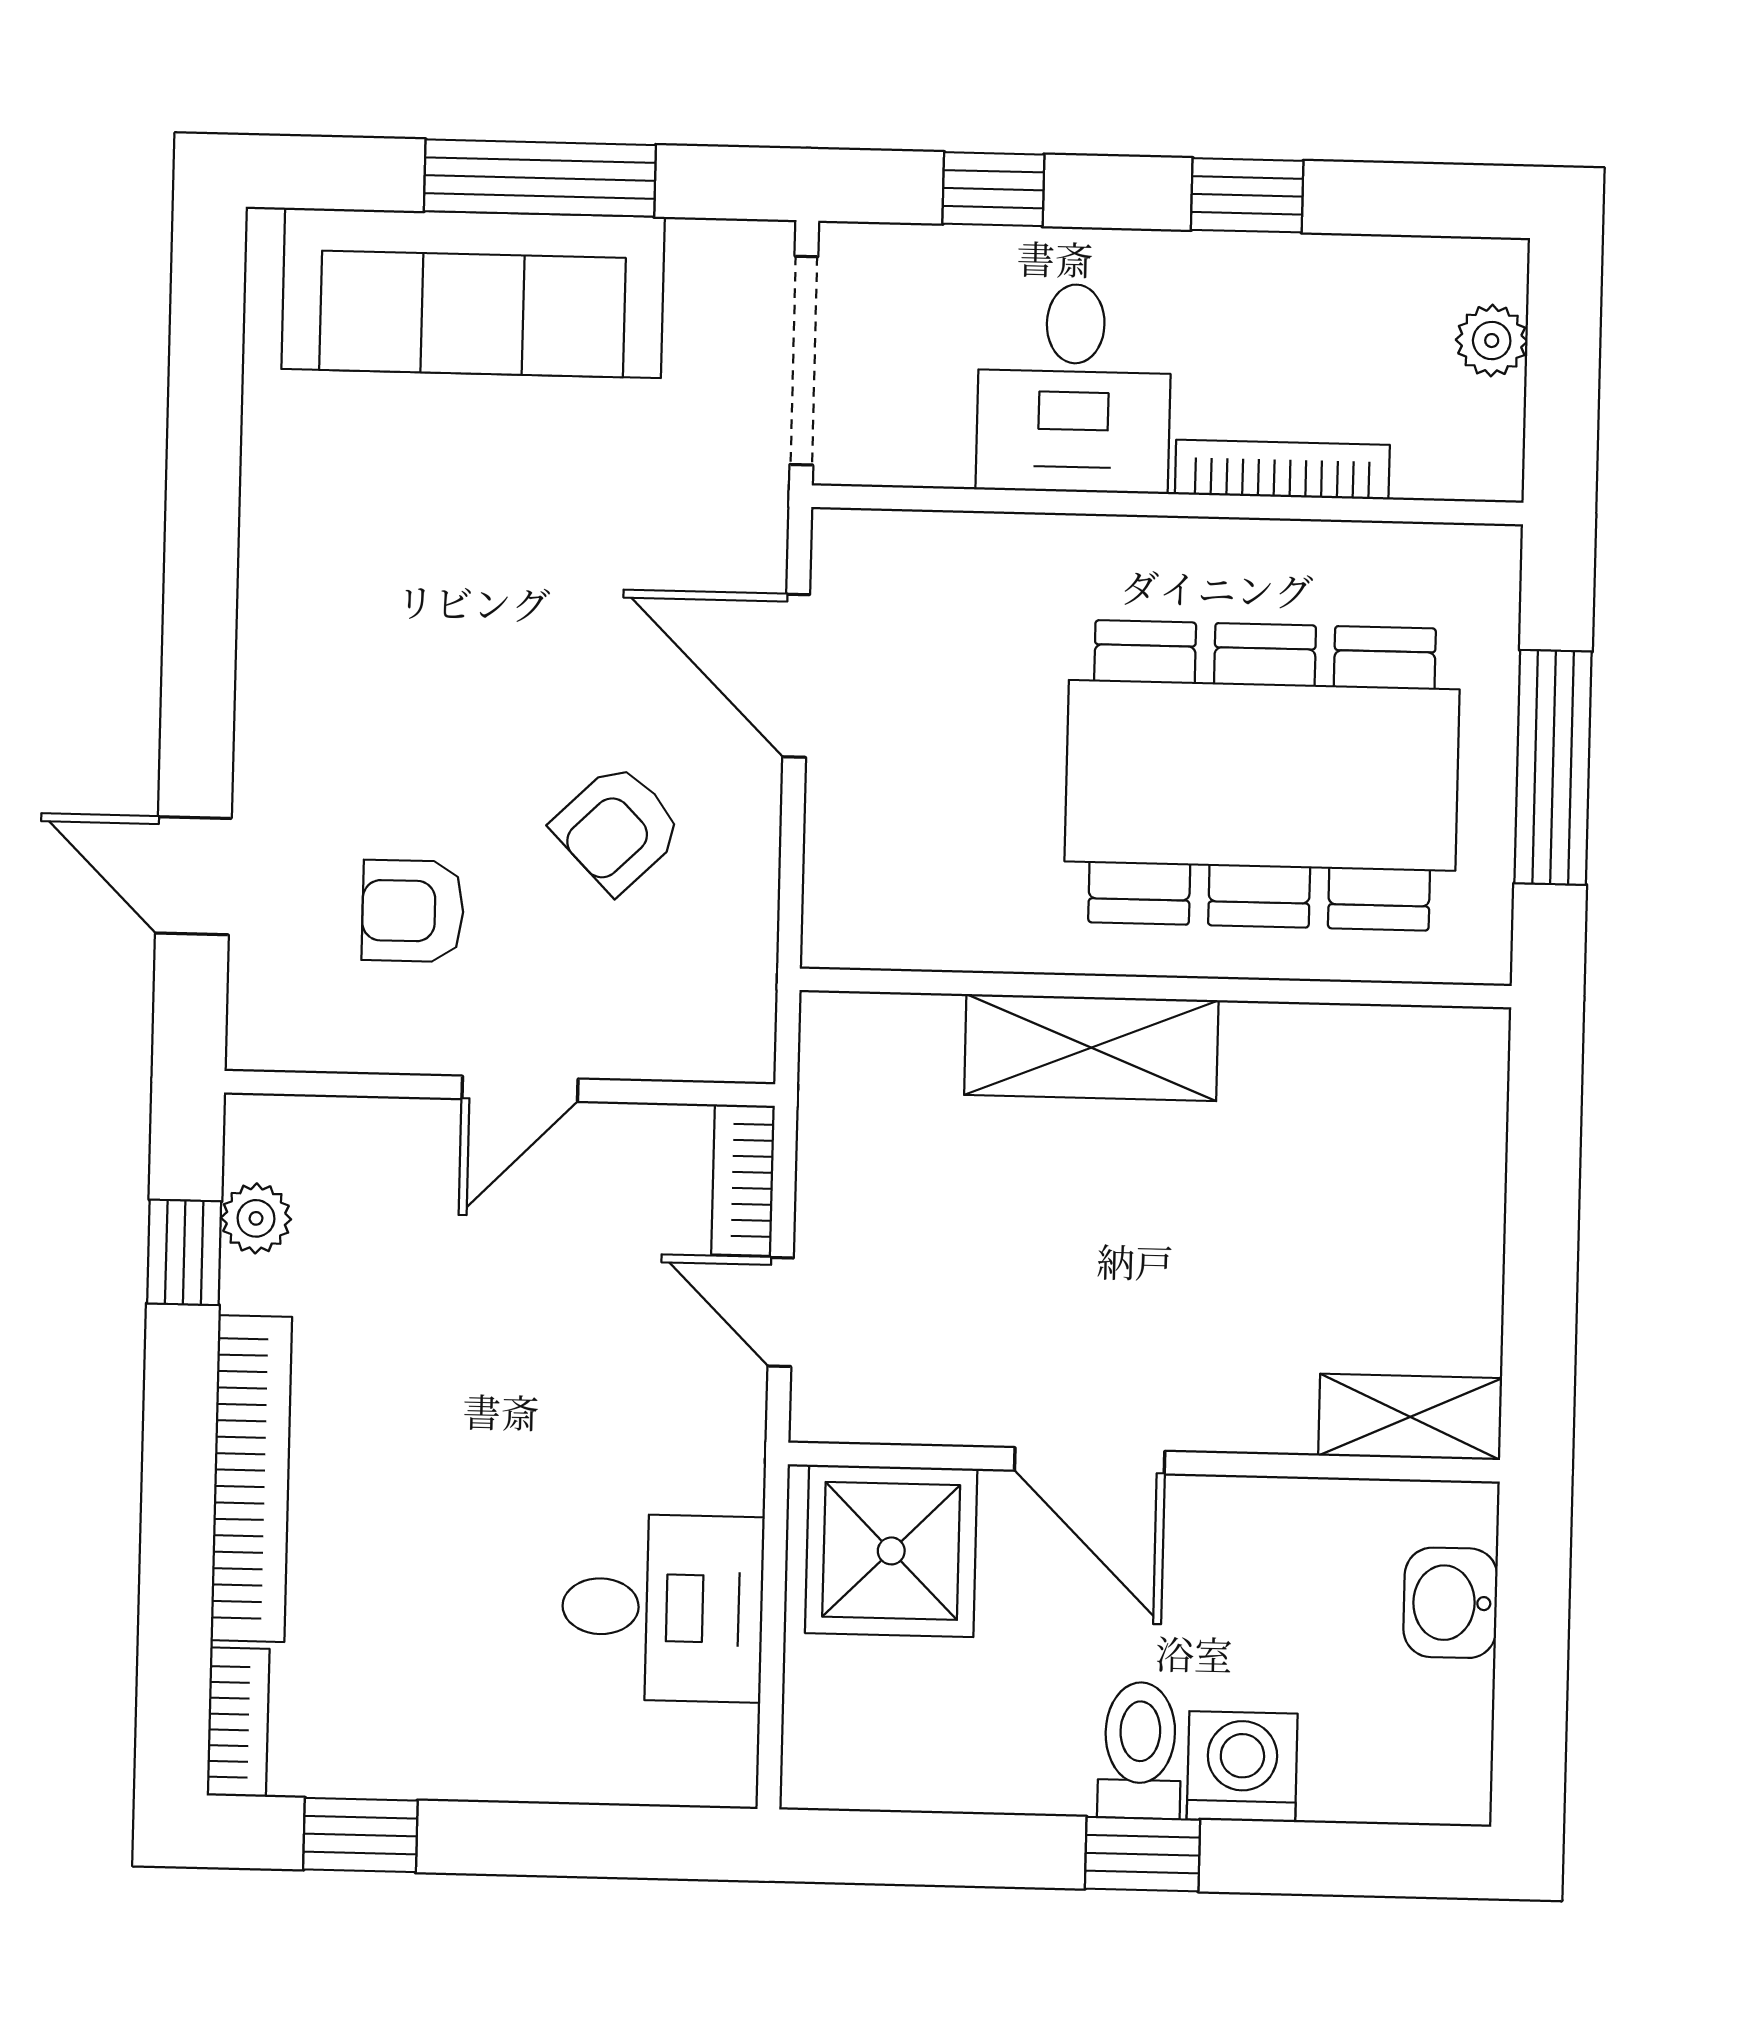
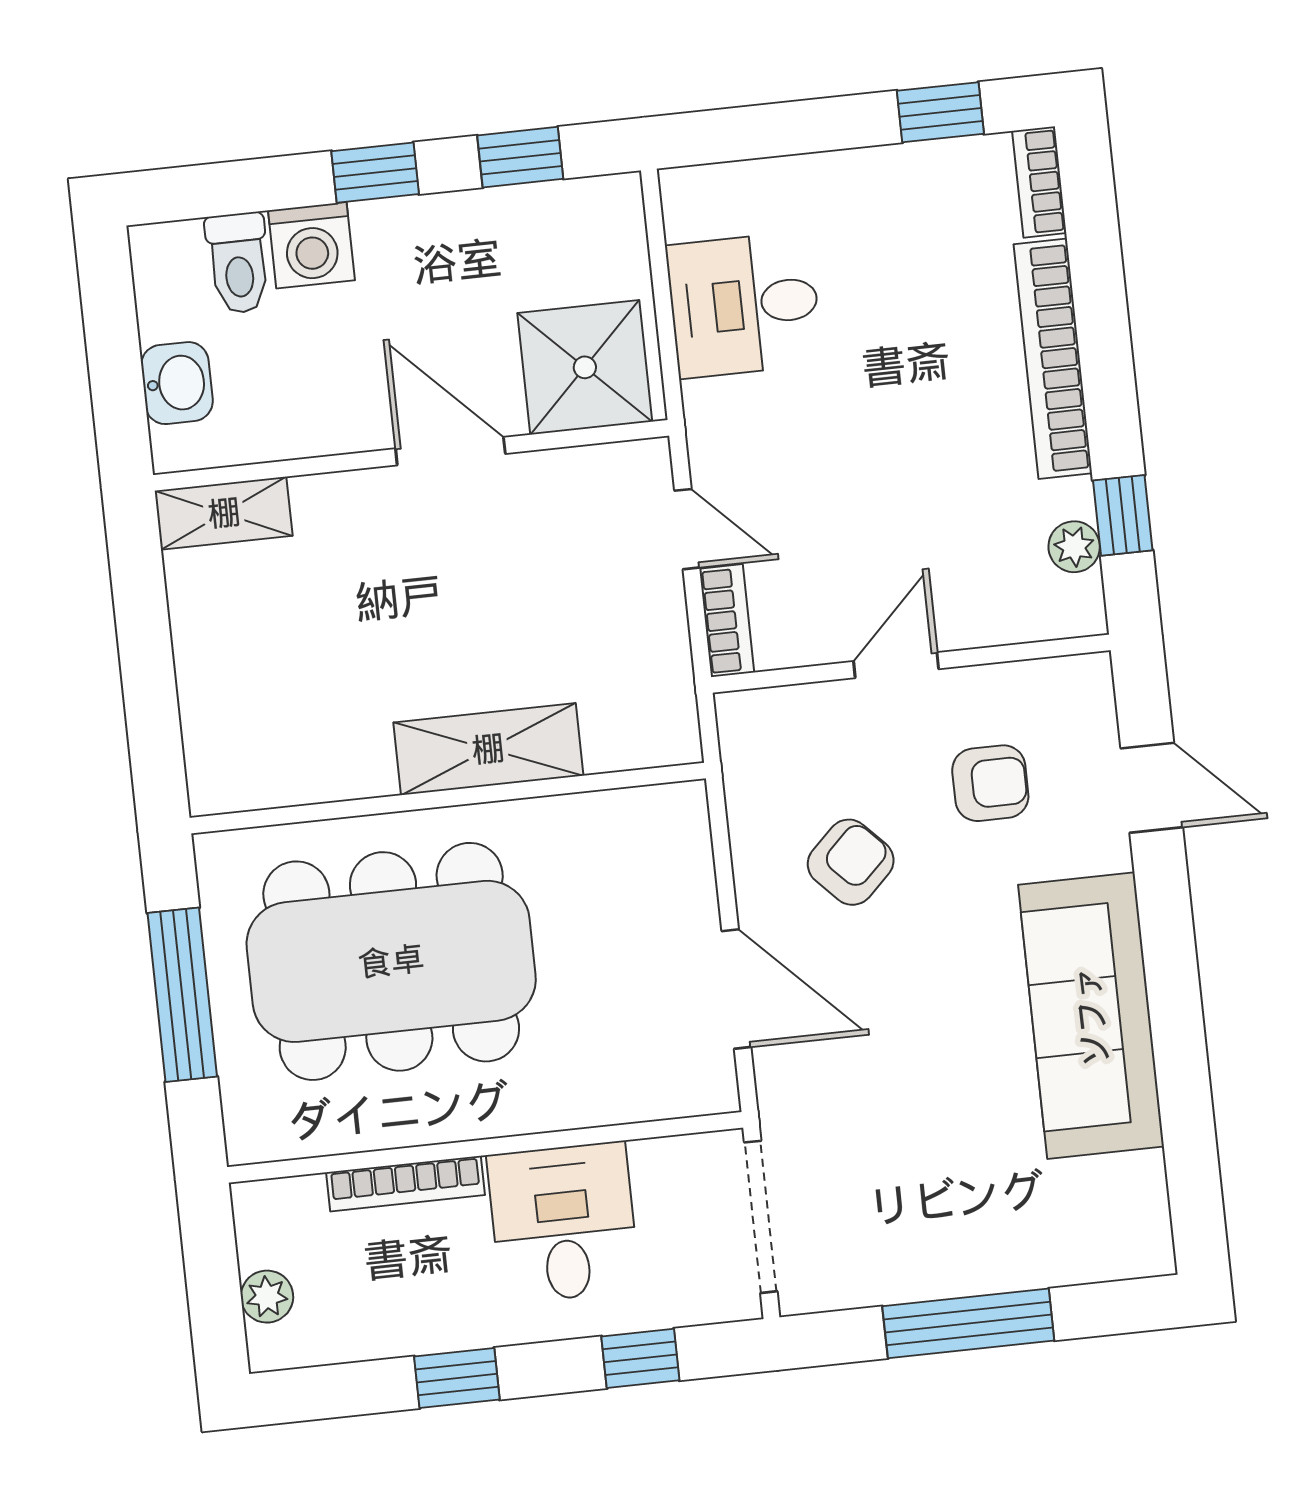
sofa: (473, 293) -> (1091, 1016), moved, turned -90
toilet: (1140, 1750) -> (238, 263), moved
window: (942, 1849) -> (520, 157), added

